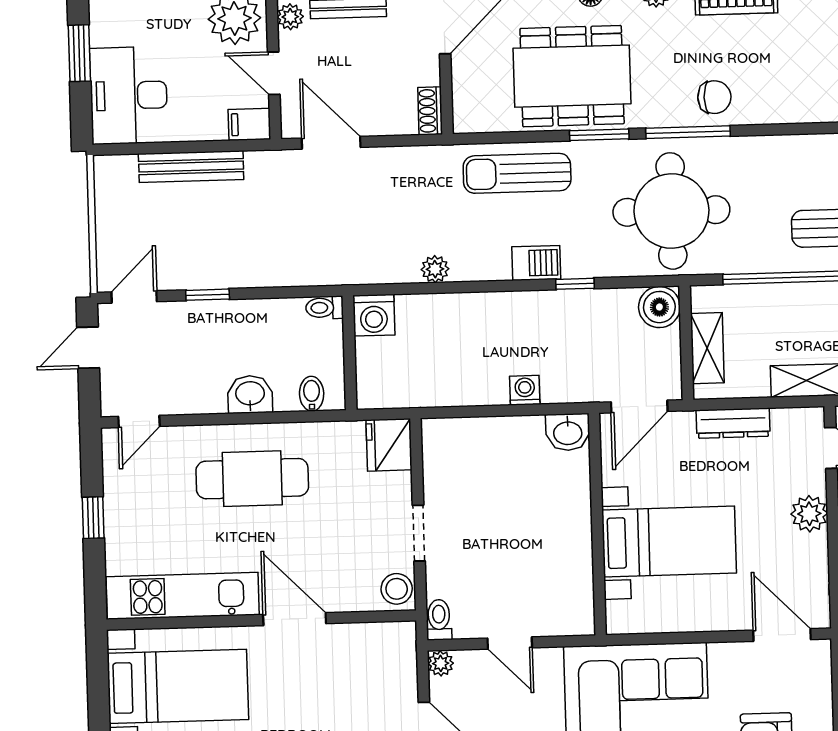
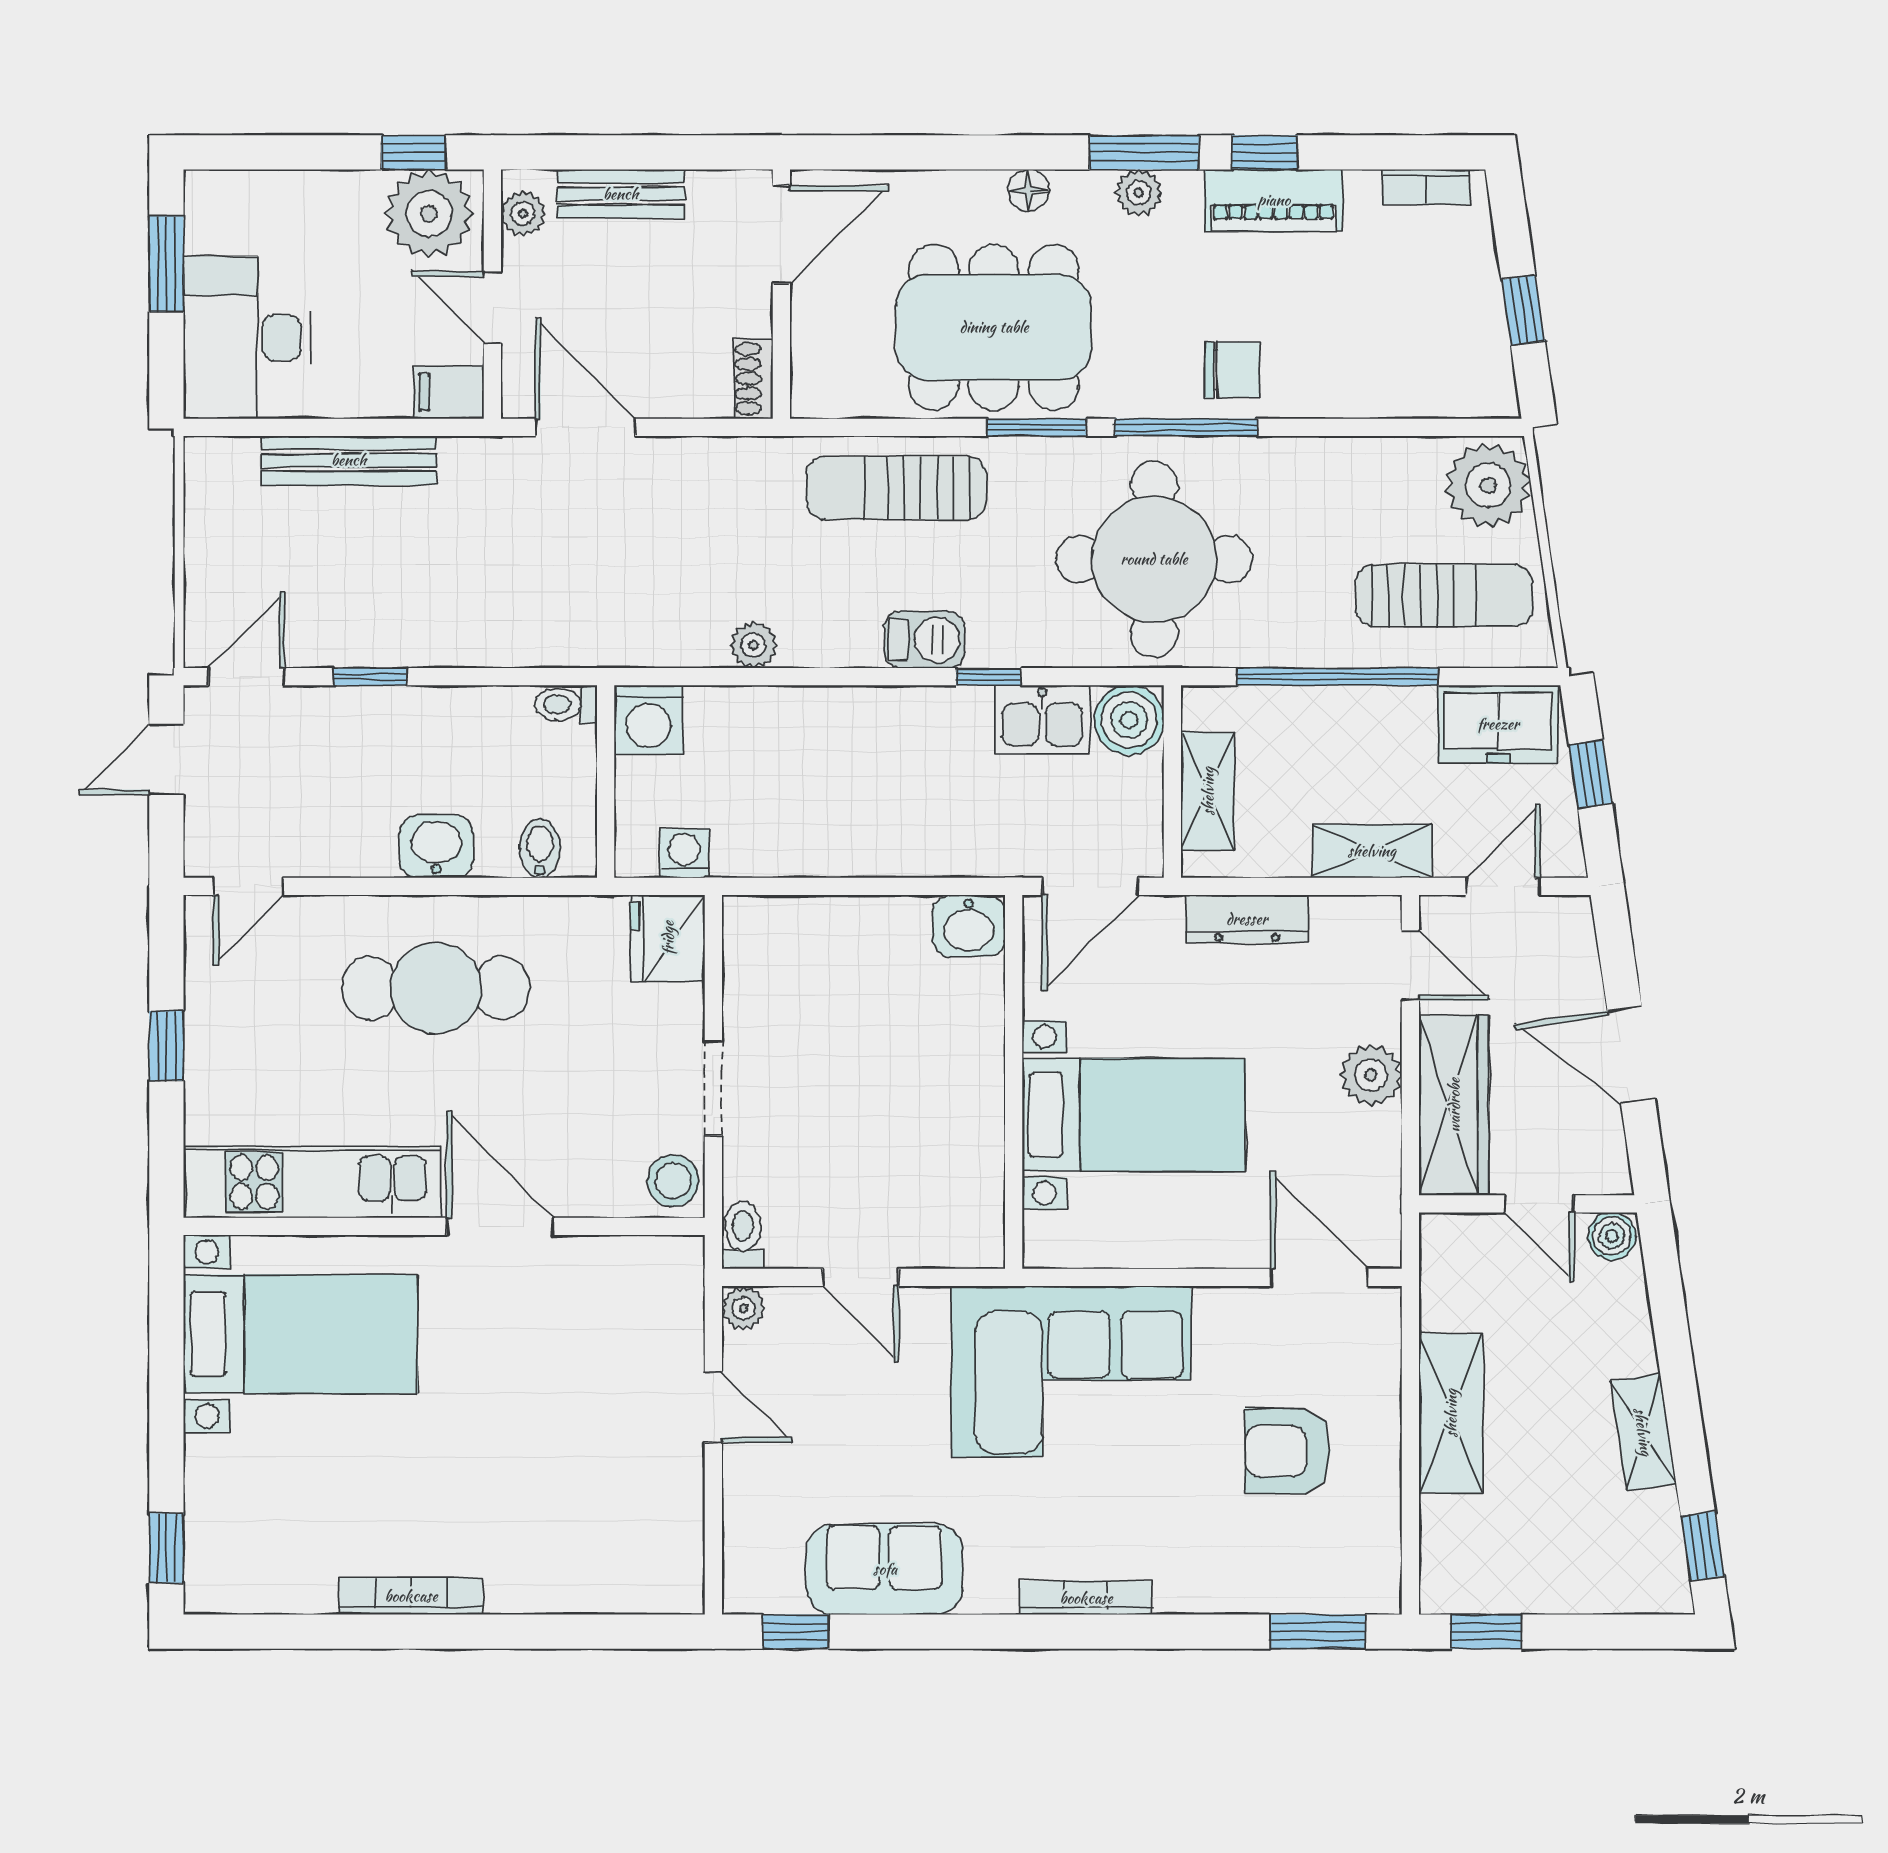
kitchen sink: (608, 308) -> (1042, 720), added
washing machine: (525, 390) -> (684, 853), moved

